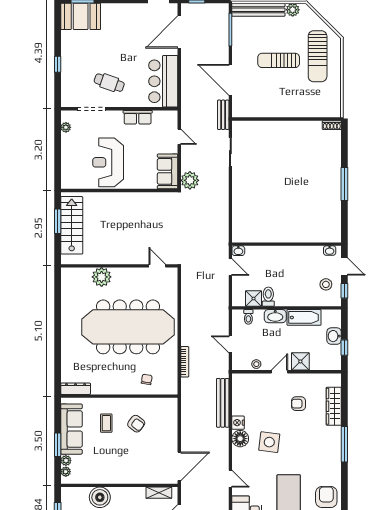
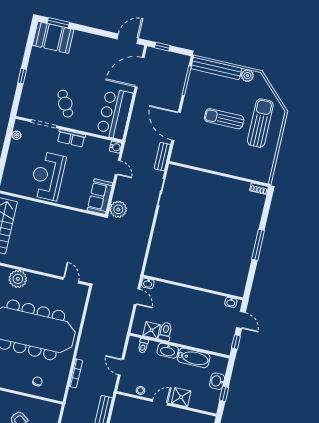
sun lounger: (318, 56) -> (260, 123), turned 180
cafe table: (109, 83) -> (65, 104), turned 42
water cooler: (172, 116) -> (116, 147), added
row of seats: (138, 117) -> (71, 138), moved
stool: (326, 284) -> (220, 332), removed

